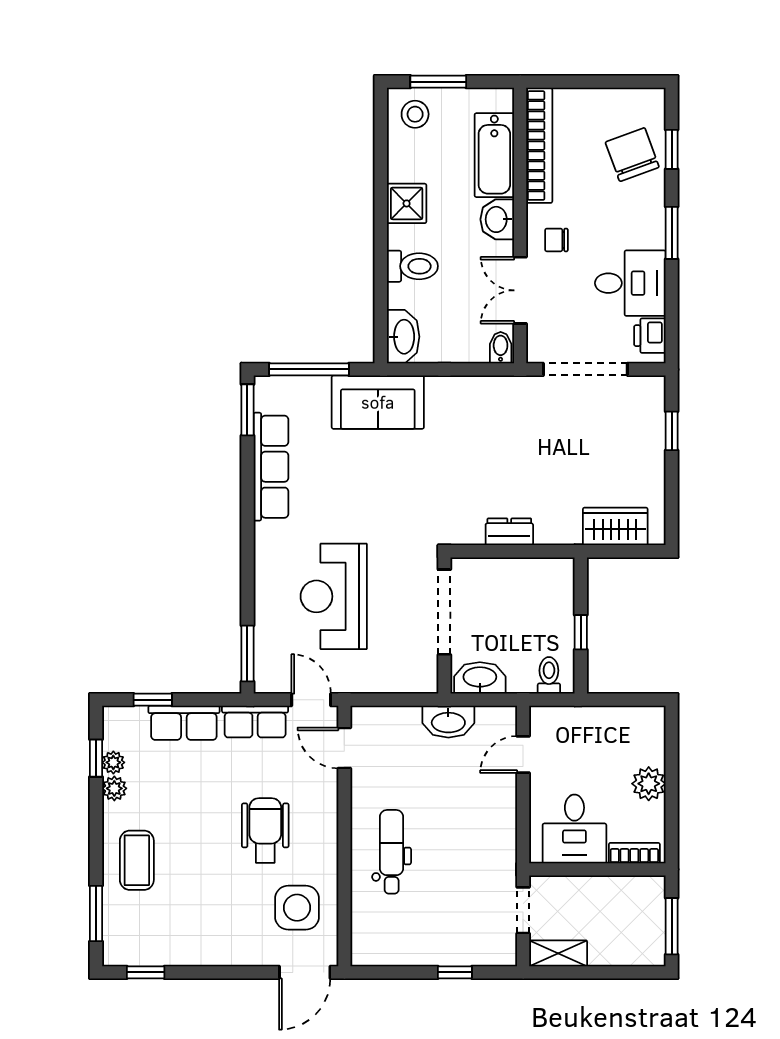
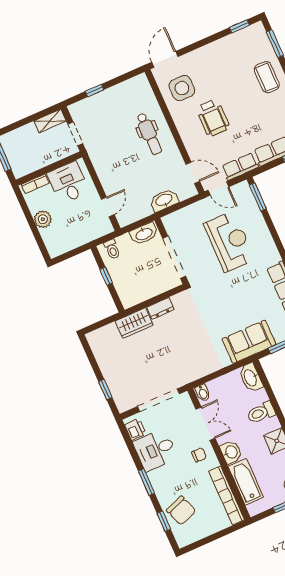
wardrobe: (615, 526) -> (134, 323), moved
washbasin: (448, 722) -> (164, 200), moved

